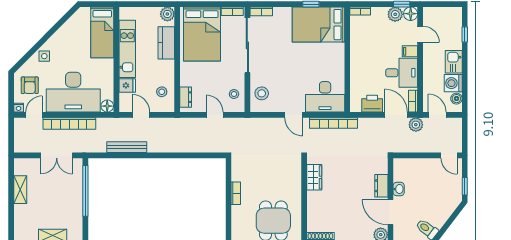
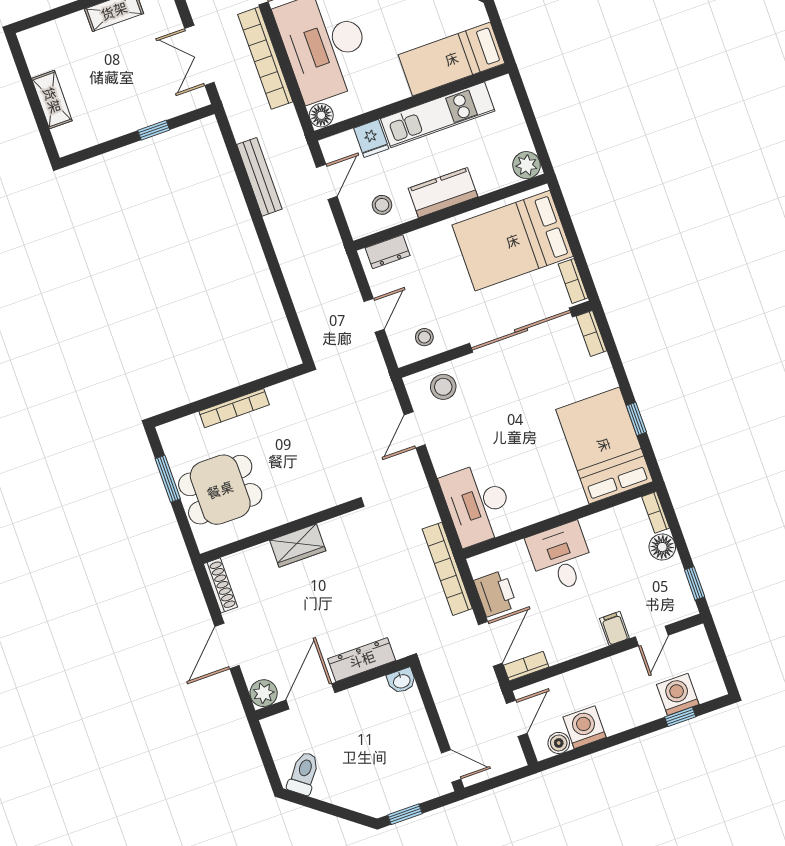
plant: (395, 14) -> (672, 578), removed
floor lamp: (411, 14) -> (662, 547), moved
washing machine: (453, 32) -> (678, 694), added
kitchen counter: (166, 43) -> (443, 193), moved
kitchen sink: (454, 62) -> (624, 714), removed
desk: (402, 73) -> (561, 557), moved, turned 180
door: (294, 115) -> (415, 430), moved
bookcase: (333, 123) -> (447, 569), moved
plant: (416, 125) -> (485, 686), removed
door: (449, 155) -> (451, 766), swing flipped
wardrobe: (314, 177) -> (298, 545), moved
dresser: (381, 186) -> (362, 660), width x1.44
washbasin: (399, 189) -> (402, 681), moved
window: (85, 191) -> (154, 130), width x0.32
bookcase: (236, 193) -> (234, 408), width x1.56

